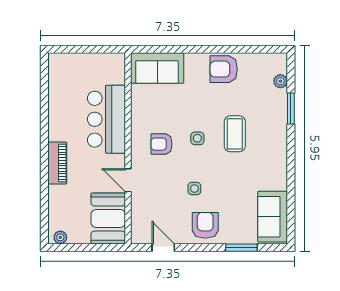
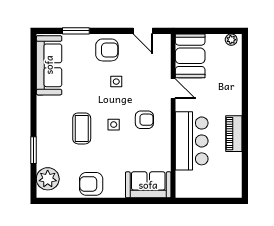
armchair: (224, 69) -> (91, 184), turned 180
plant: (280, 81) -> (48, 179), width x1.87, depth x1.87
piano: (57, 163) -> (234, 134), moved
sofa: (273, 217) -> (49, 65), width x1.36
armchair: (205, 225) -> (107, 50), turned -90

